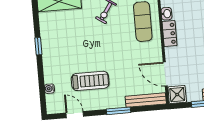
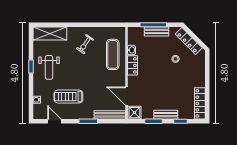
weight bench: (62, 45) -> (49, 67), added
treadmill: (90, 81) -> (68, 97), turned 180

